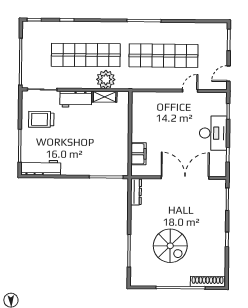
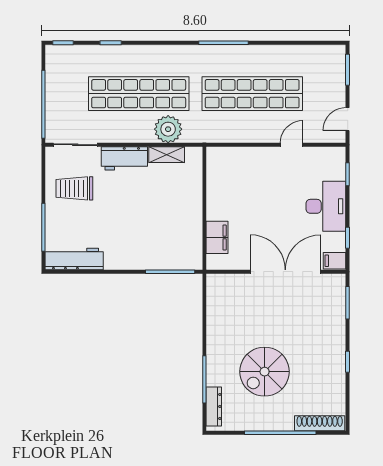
filing cabinet: (219, 170) -> (335, 261), added
dresser: (136, 192) -> (214, 406), moved
spiral stairs: (170, 246) -> (265, 372), turned 90

